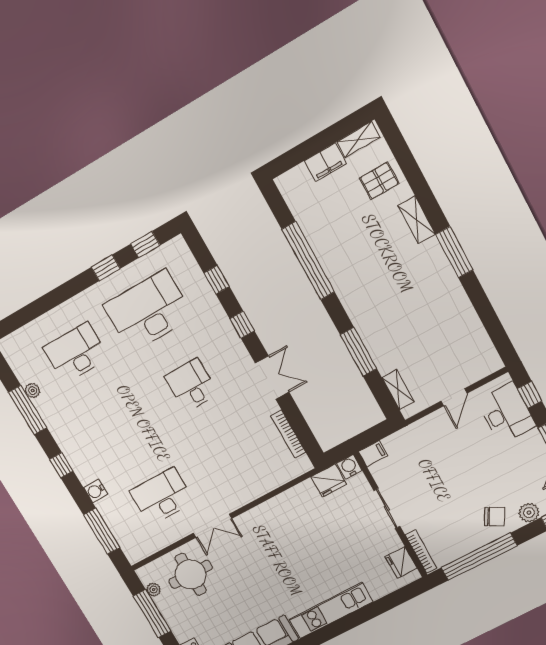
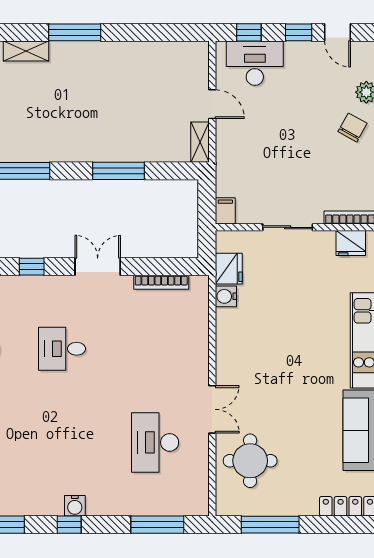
shelving: (398, 390) -> (200, 142), moved, turned 90
water cooler: (349, 467) -> (226, 296), moved
water cooler: (96, 491) -> (75, 506), moved
plant: (154, 590) -> (246, 508), removed

